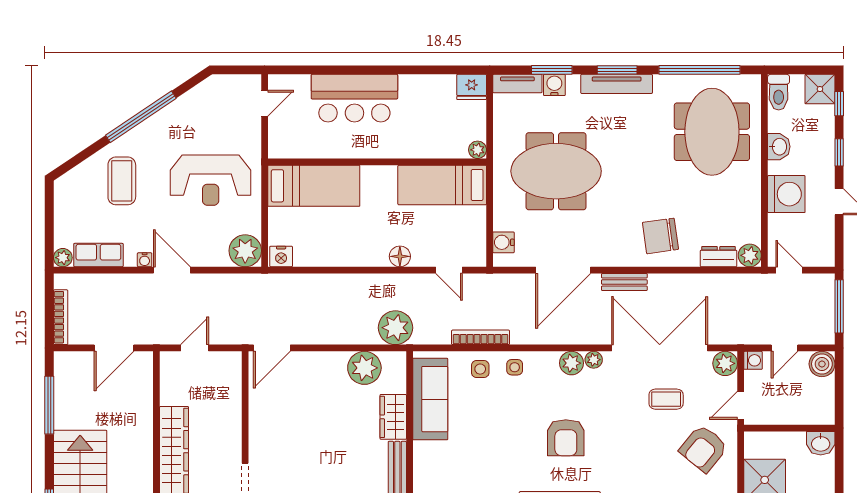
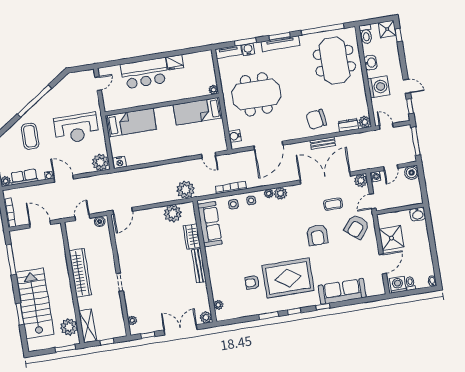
fridge: (472, 87) -> (175, 62), moved
window: (839, 152) -> (410, 106), moved
floor lamp: (400, 256) -> (182, 152), removed
bench: (624, 282) -> (323, 143), moved
door: (114, 348) -> (40, 224), swing flipped
plant: (594, 360) -> (269, 193), moved
boiler: (226, 361) -> (100, 222), added
armchair: (566, 438) -> (317, 235), moved

